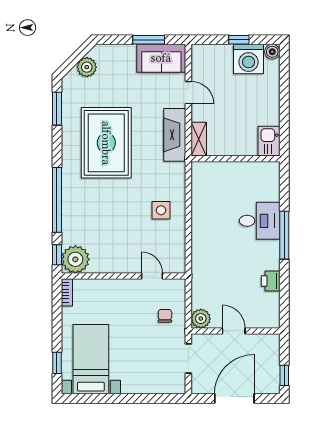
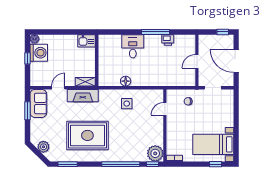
floor lamp: (200, 208) -> (126, 81), added
window: (284, 235) -> (155, 32), moved
plant: (201, 319) -> (190, 80), removed

